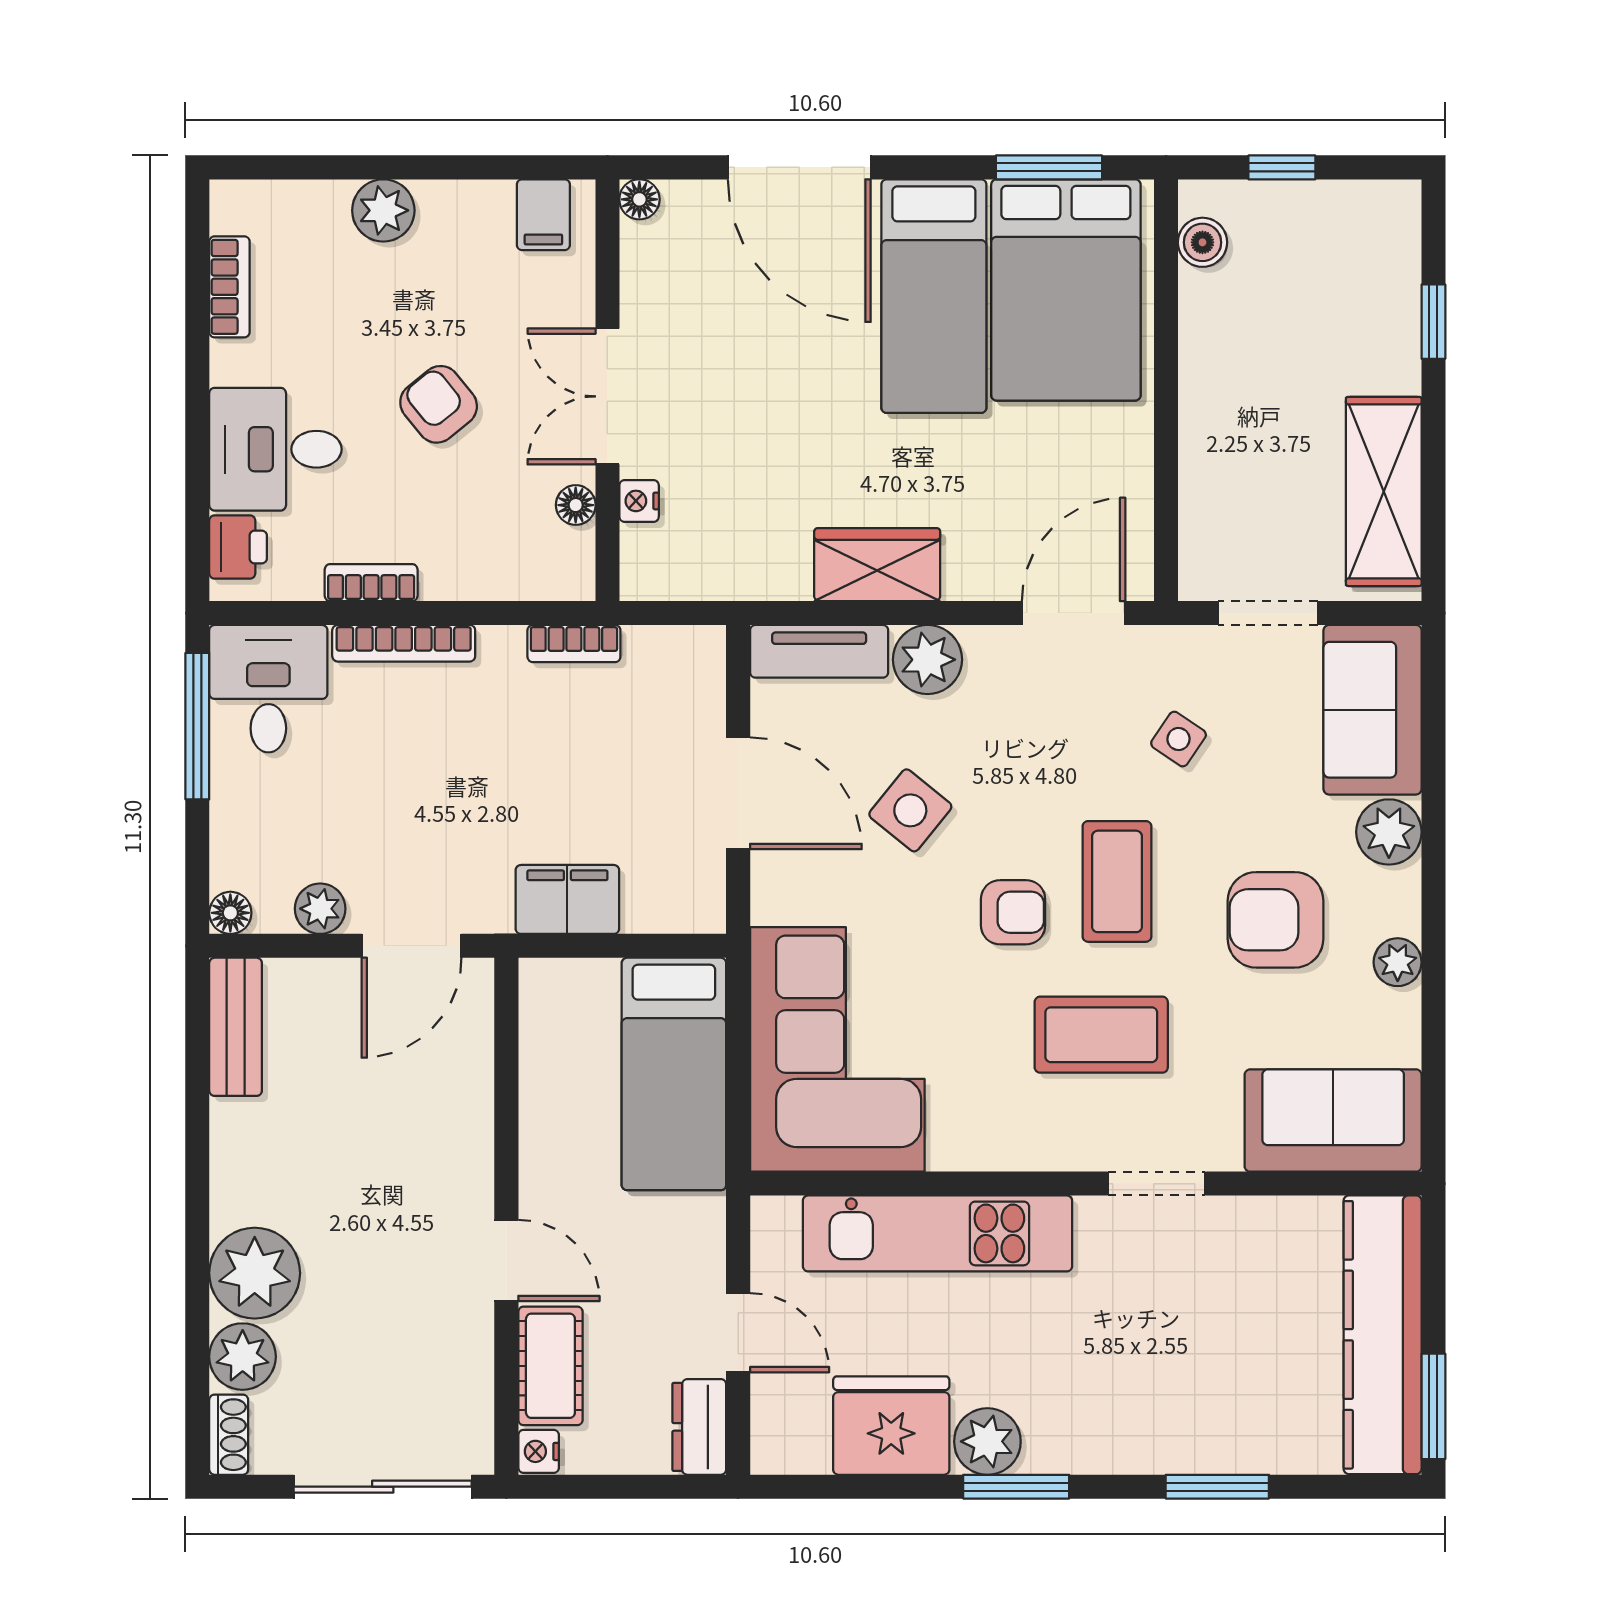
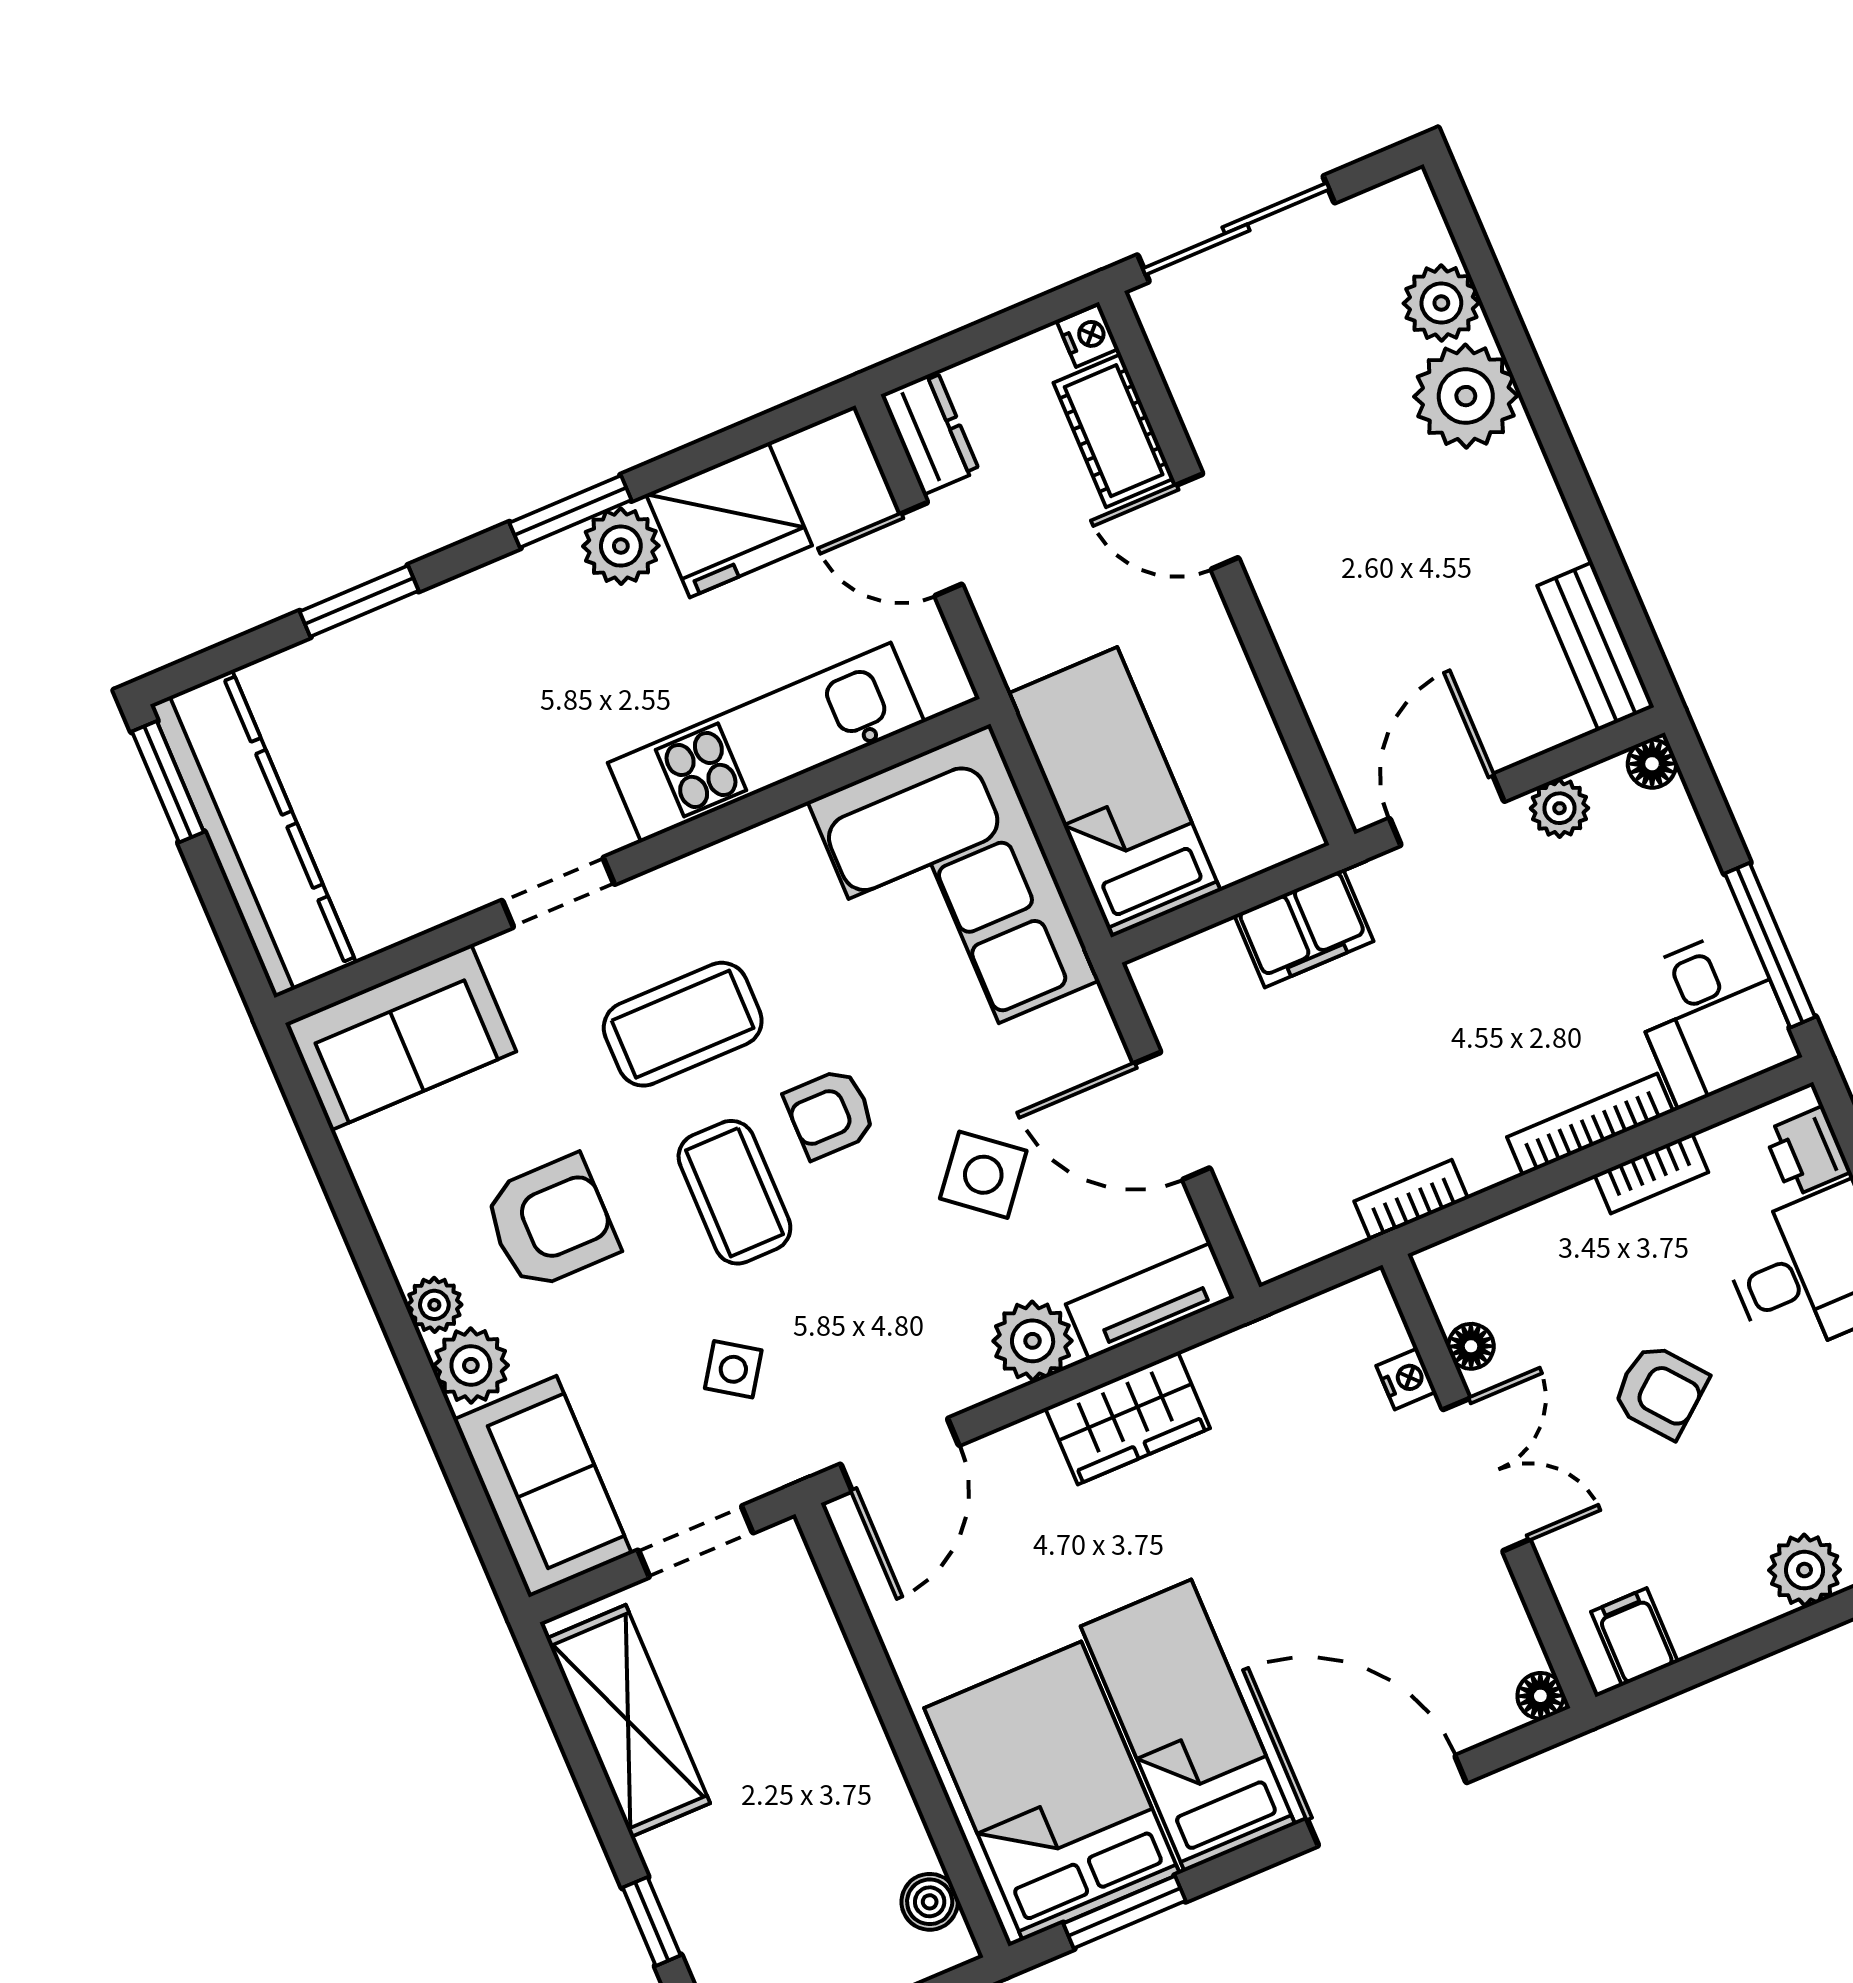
plant: (1398, 962) -> (434, 1305), moved
shoe rack: (229, 1435) -> (1421, 215), removed

